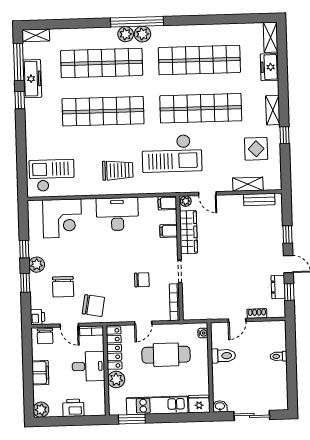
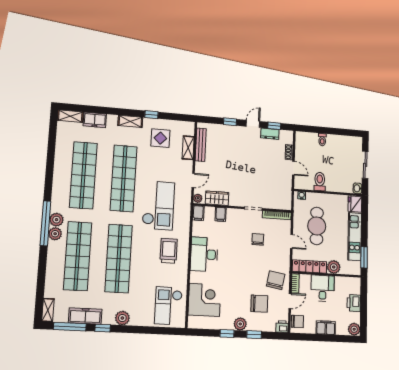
plant: (33, 122) -> (122, 318), added
bench: (259, 199) -> (201, 145), width x1.36
wardrobe: (188, 232) -> (217, 198), width x0.67

